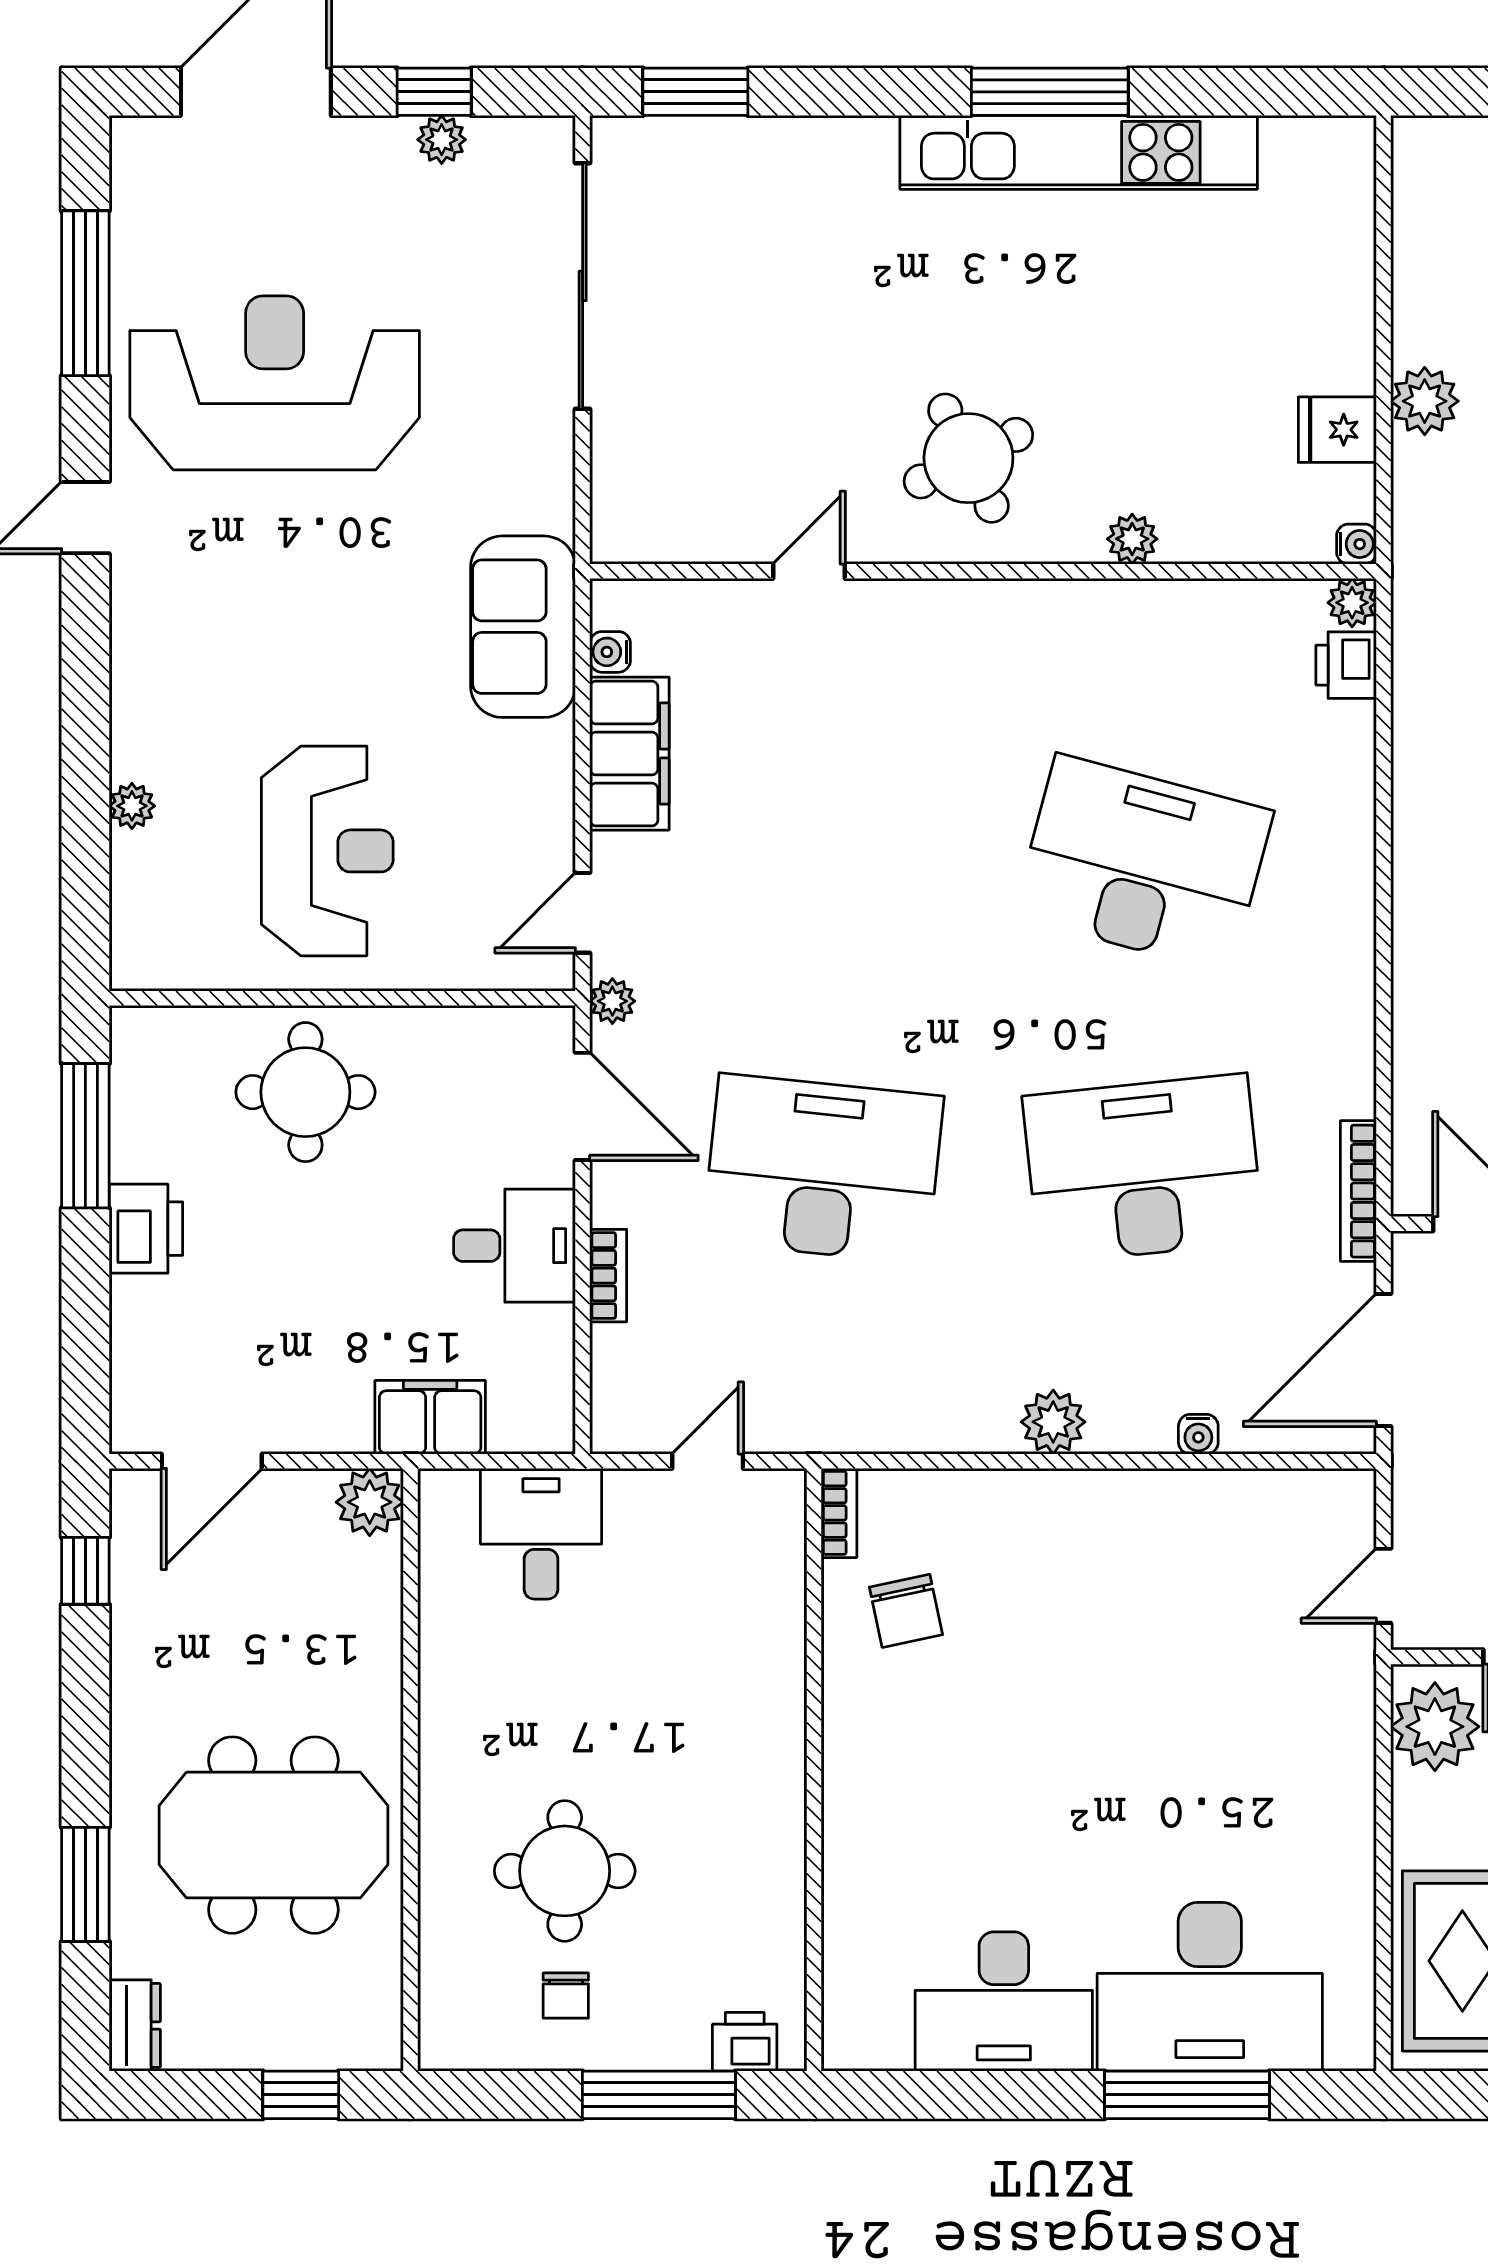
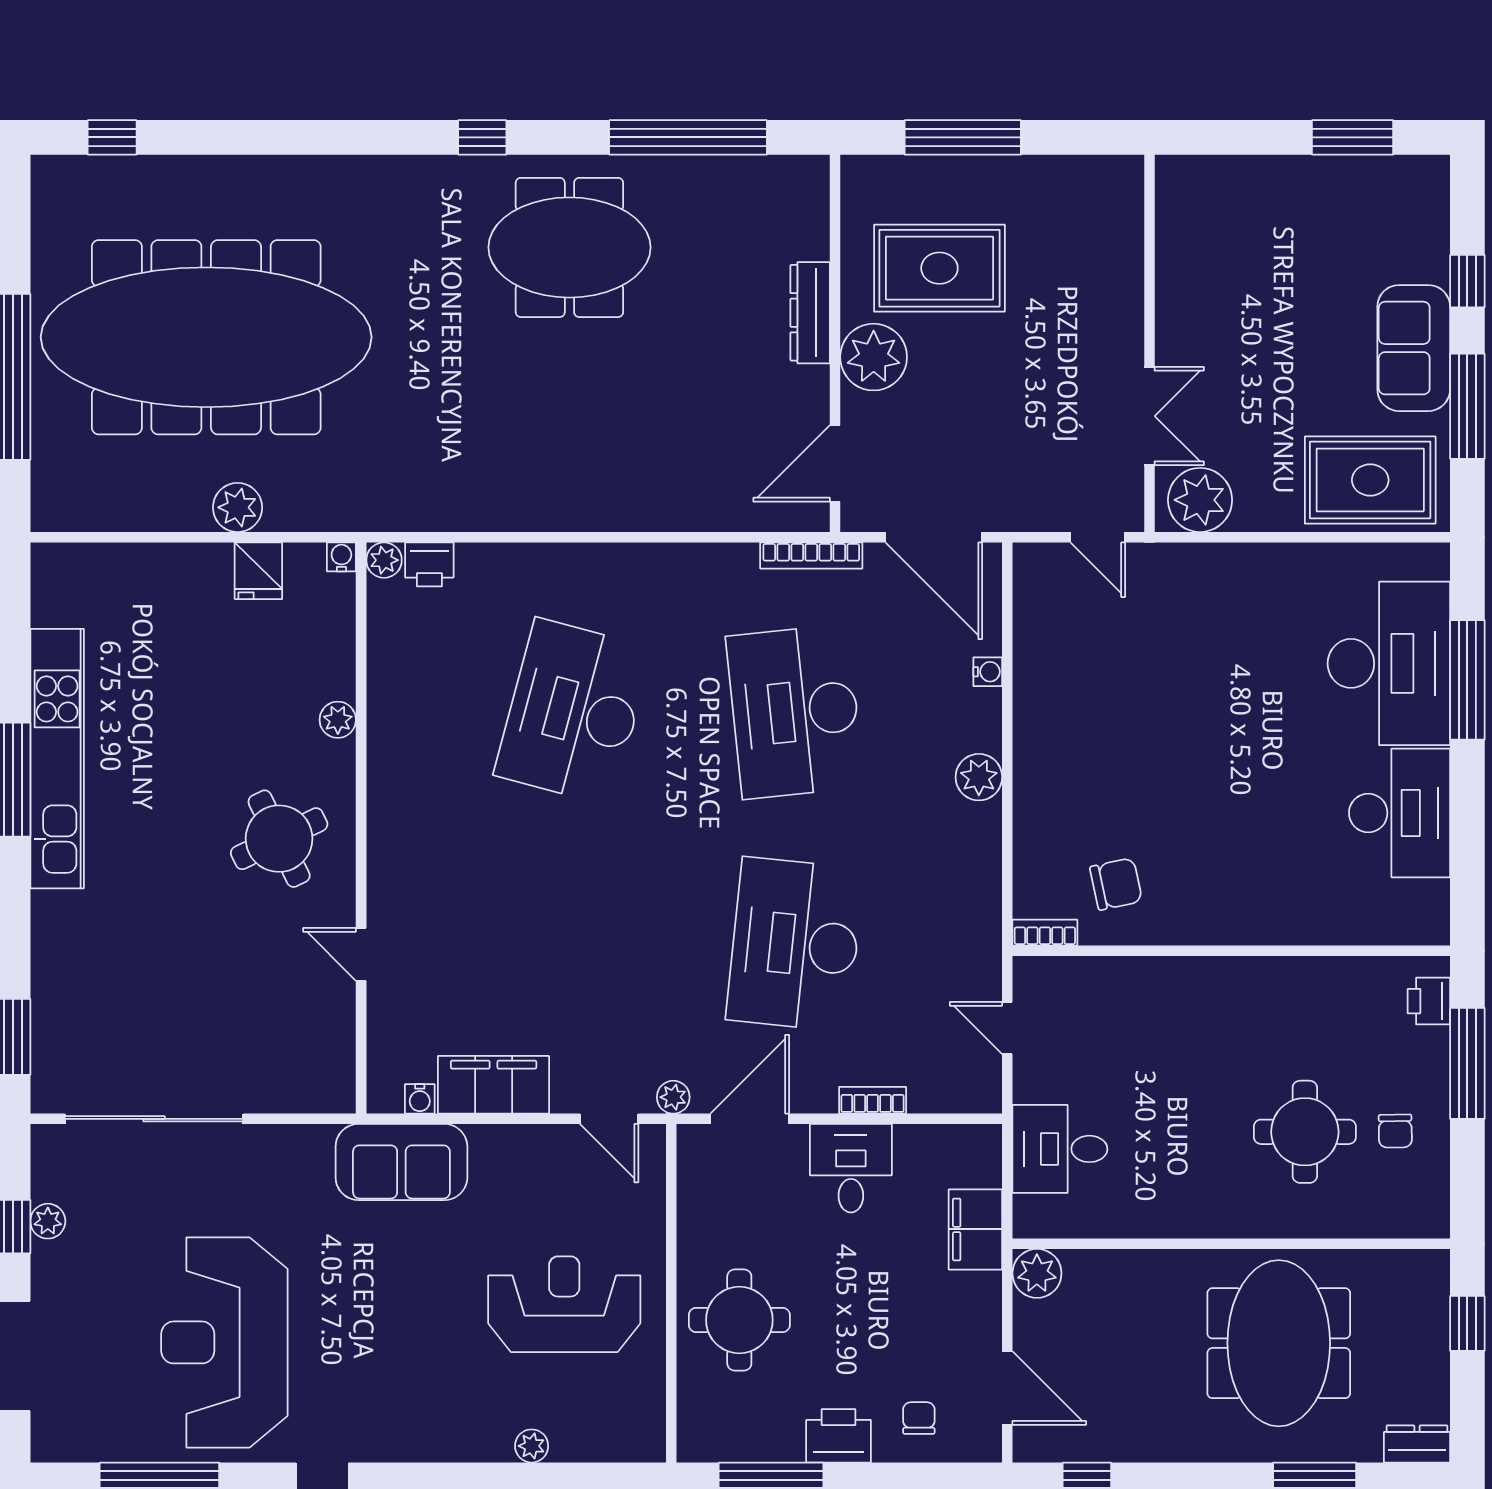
chair: (170, 1339) -> (919, 1418), added
chair: (566, 1996) -> (1395, 1131), turned 89

